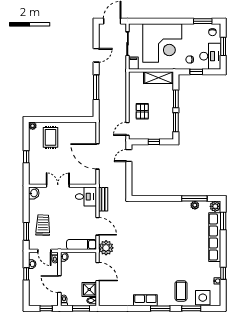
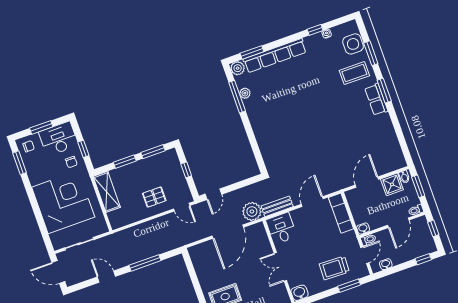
filing cabinet: (133, 63) -> (100, 228), removed
door: (129, 156) -> (213, 194), hinge flipped
plant: (106, 248) -> (252, 211), moved
window: (26, 274) -> (423, 259), moved
row of seats: (145, 300) -> (376, 100), moved

